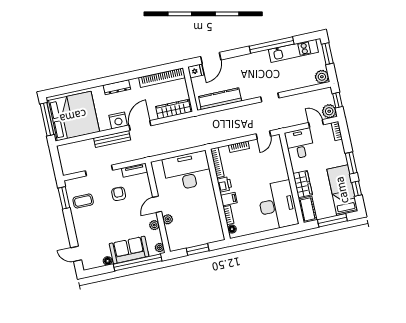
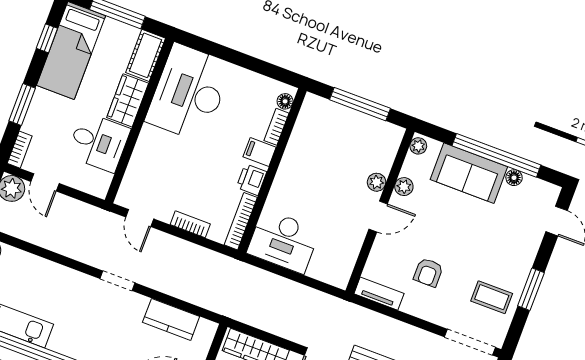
doorway: (270, 97) -> (118, 281), moved
kitchen counter: (220, 99) -> (171, 319), width x0.67
door: (263, 135) -> (140, 218), swing flipped
desk: (300, 144) -> (99, 142), moved, turned -90
window: (351, 163) -> (22, 104), moved
doorway: (99, 171) -> (470, 342), moved
desk: (187, 171) -> (283, 241), width x0.73, depth x0.77
window: (64, 198) -> (531, 289), moved
window: (198, 249) -> (360, 104), width x1.44
window: (138, 262) -> (496, 155), moved

